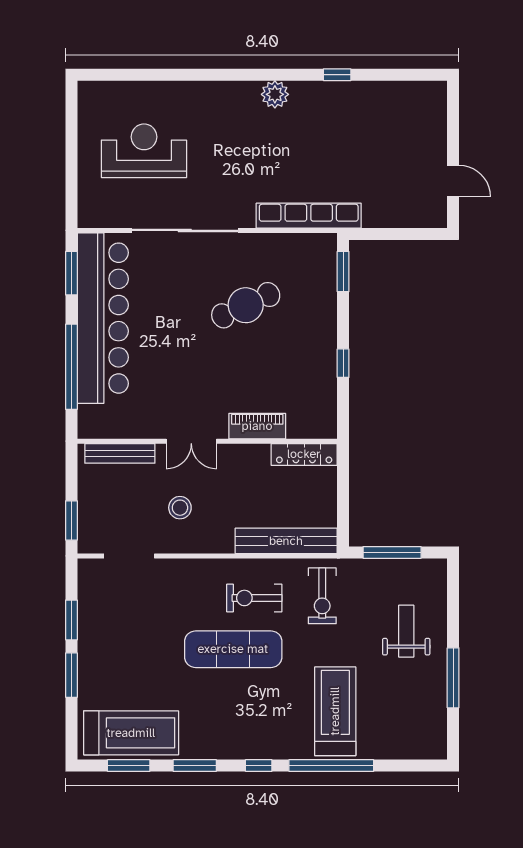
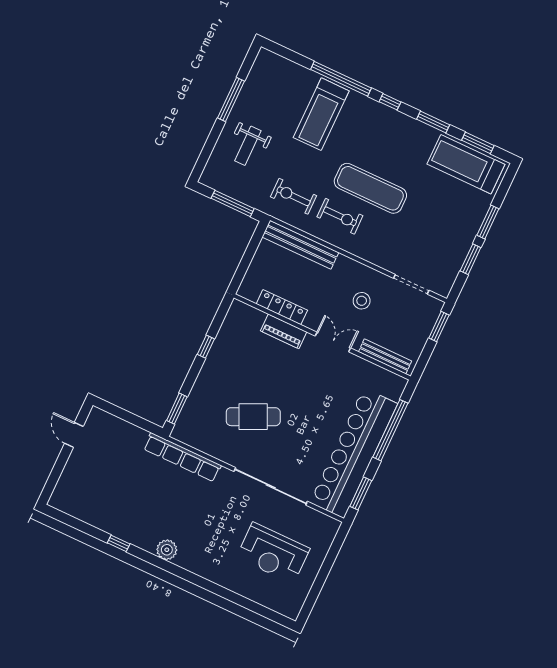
locker: (304, 454) -> (282, 307), moved
exercise bike: (322, 596) -> (293, 196), turned -90

